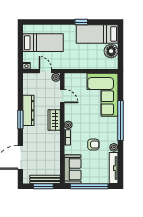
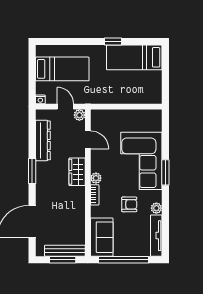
floor lamp: (111, 51) -> (153, 80), removed
corner sofa: (103, 95) -> (141, 161), moved
dresser: (28, 110) -> (43, 140), moved
window: (121, 121) -> (165, 172), width x0.47

